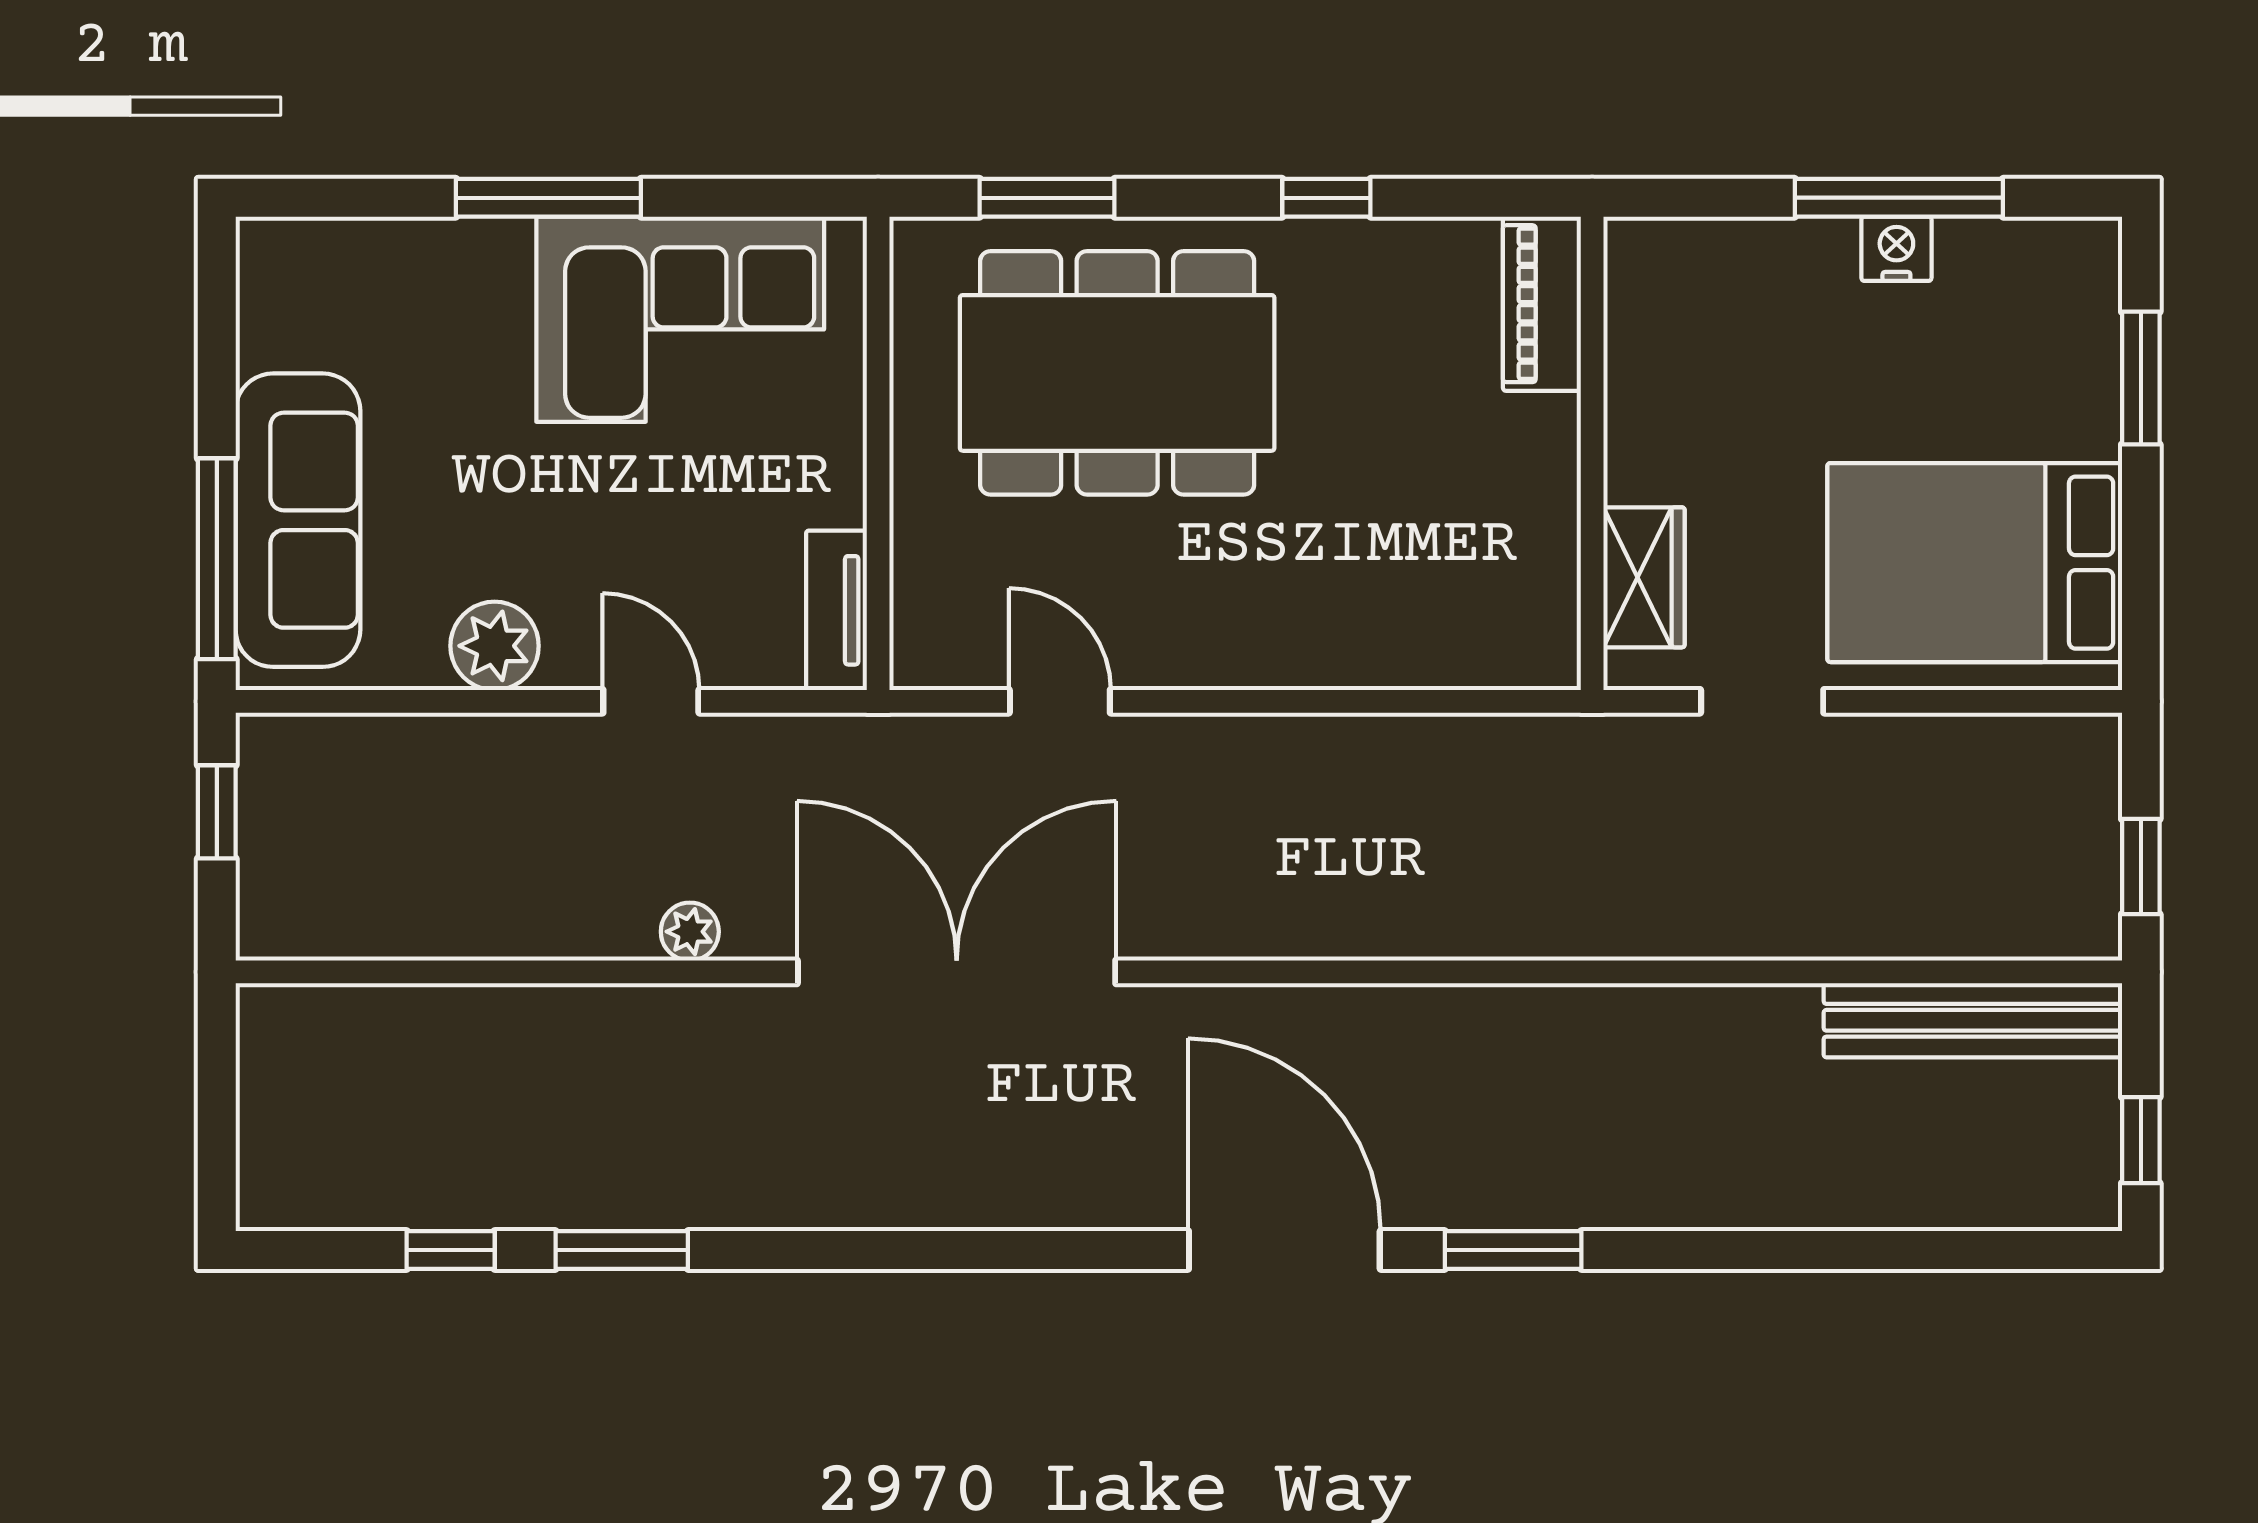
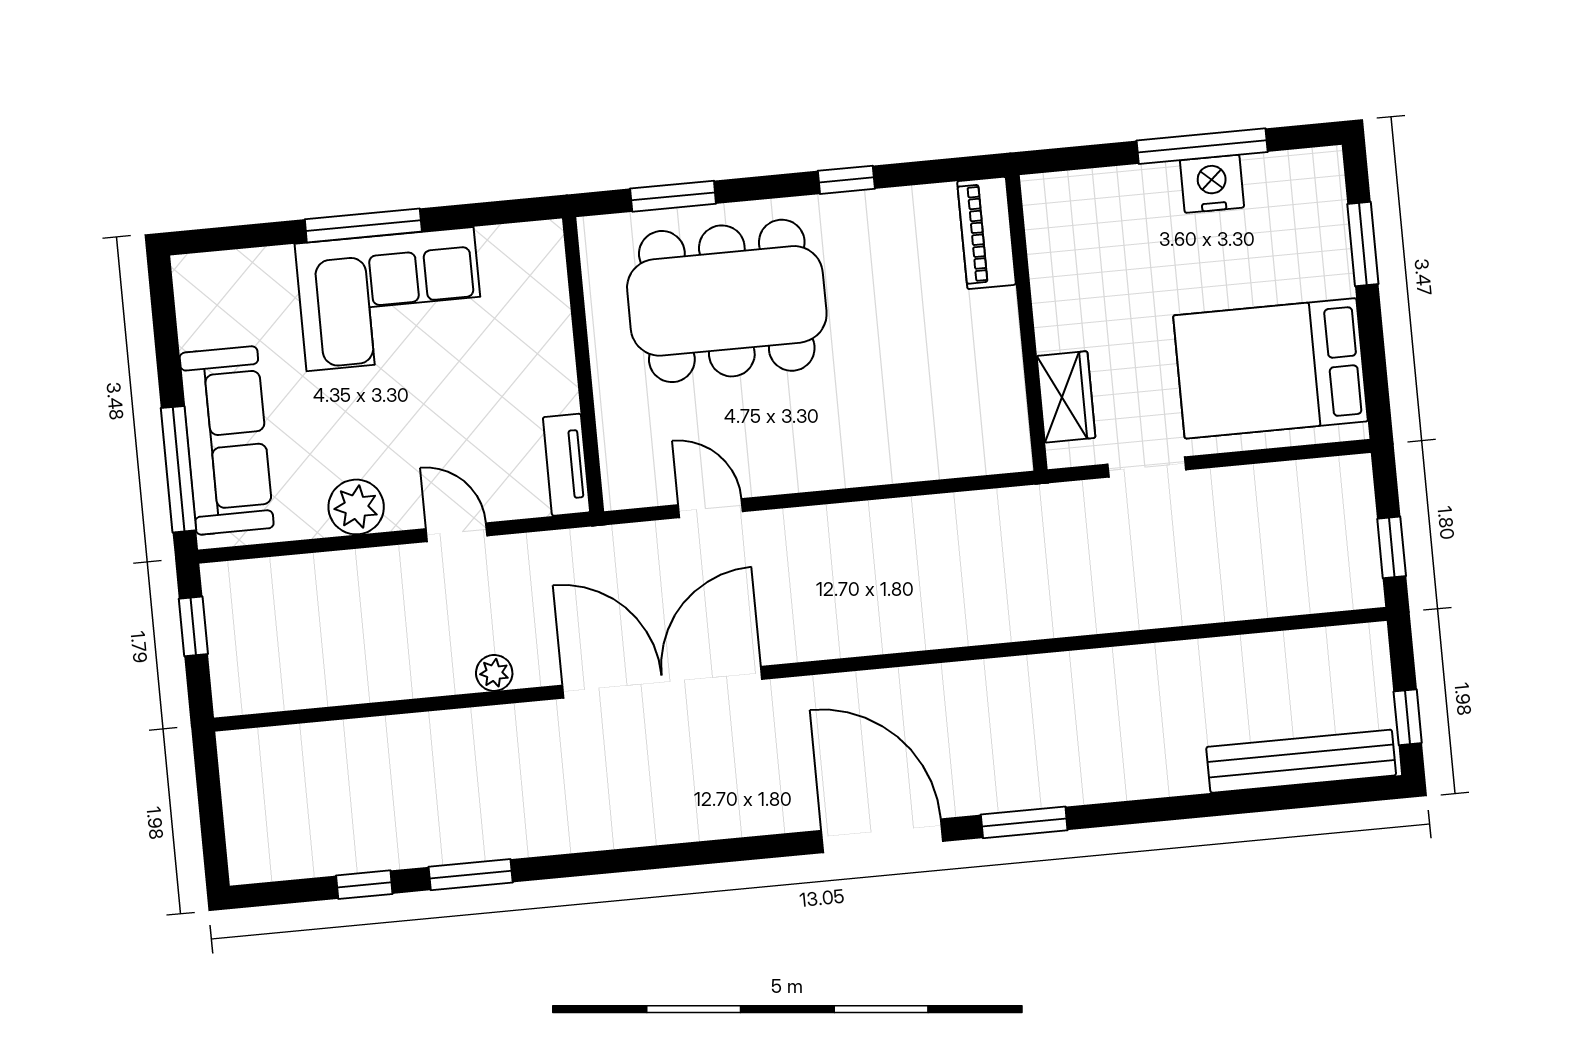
nightstand: (1896, 249) -> (1212, 184), width x1.36, depth x1.33
corner sofa: (680, 319) -> (390, 299), moved
bench: (1973, 1020) -> (1301, 761), moved

